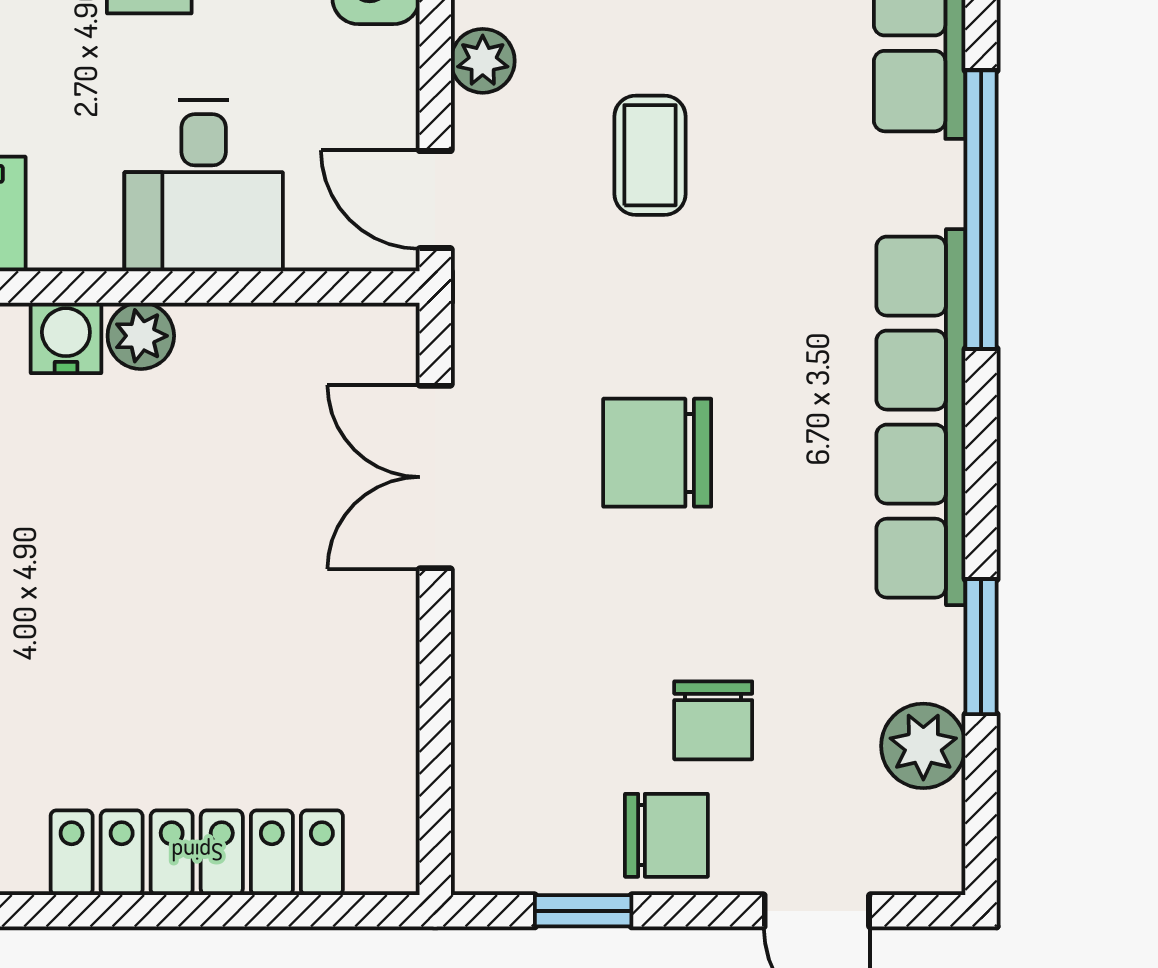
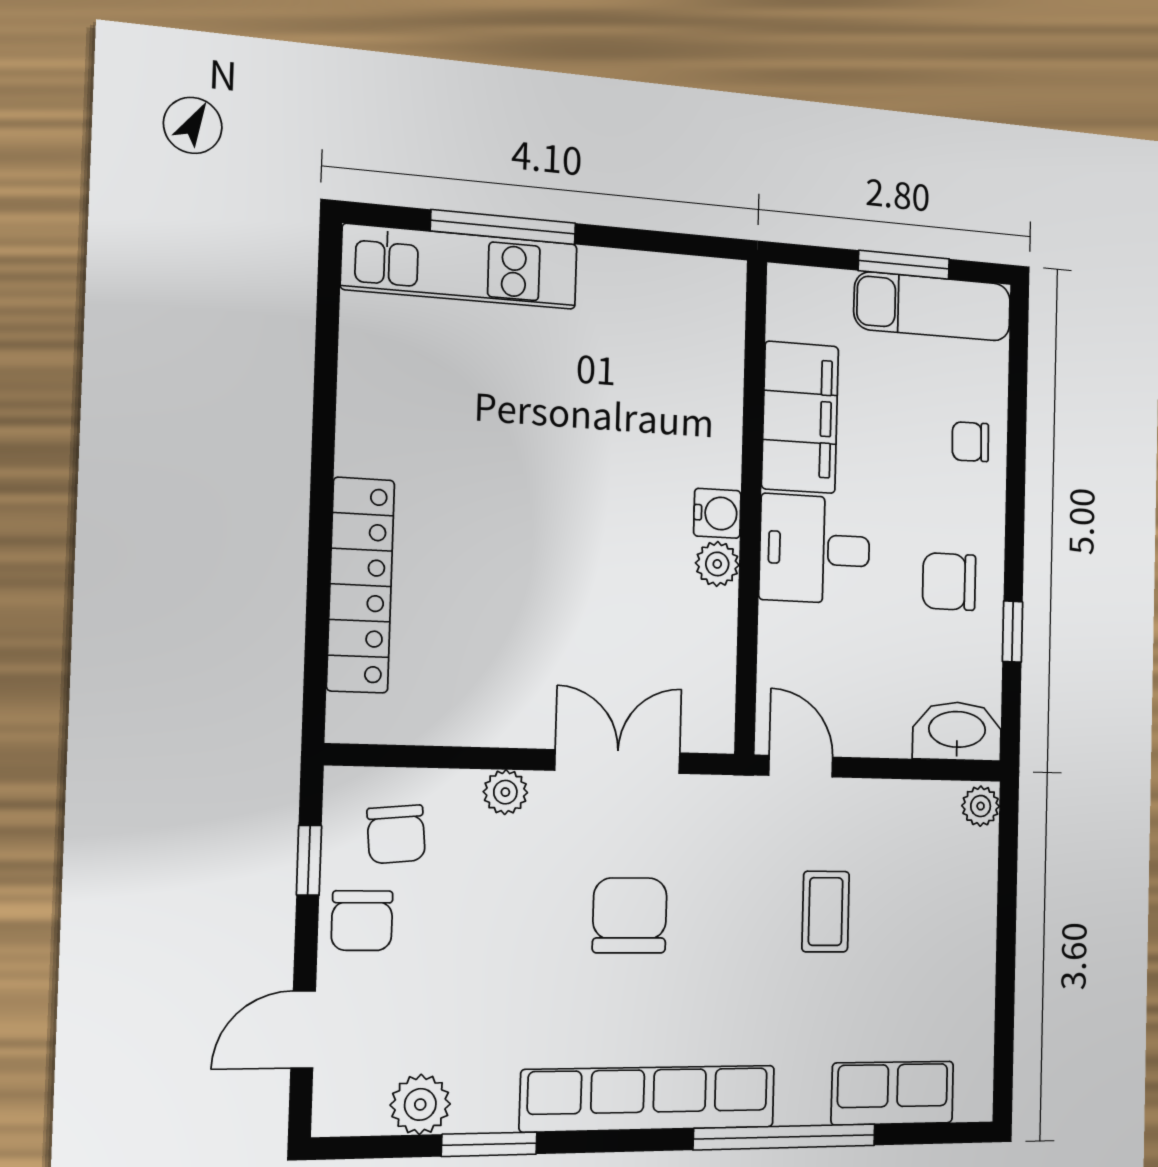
plant: (483, 61) -> (505, 792), moved
coffee table: (650, 155) -> (826, 912), turned 90
desk: (204, 186) -> (815, 549), moved
door: (435, 200) -> (801, 766), hinge flipped
chair: (713, 720) -> (396, 834), moved, turned -95

